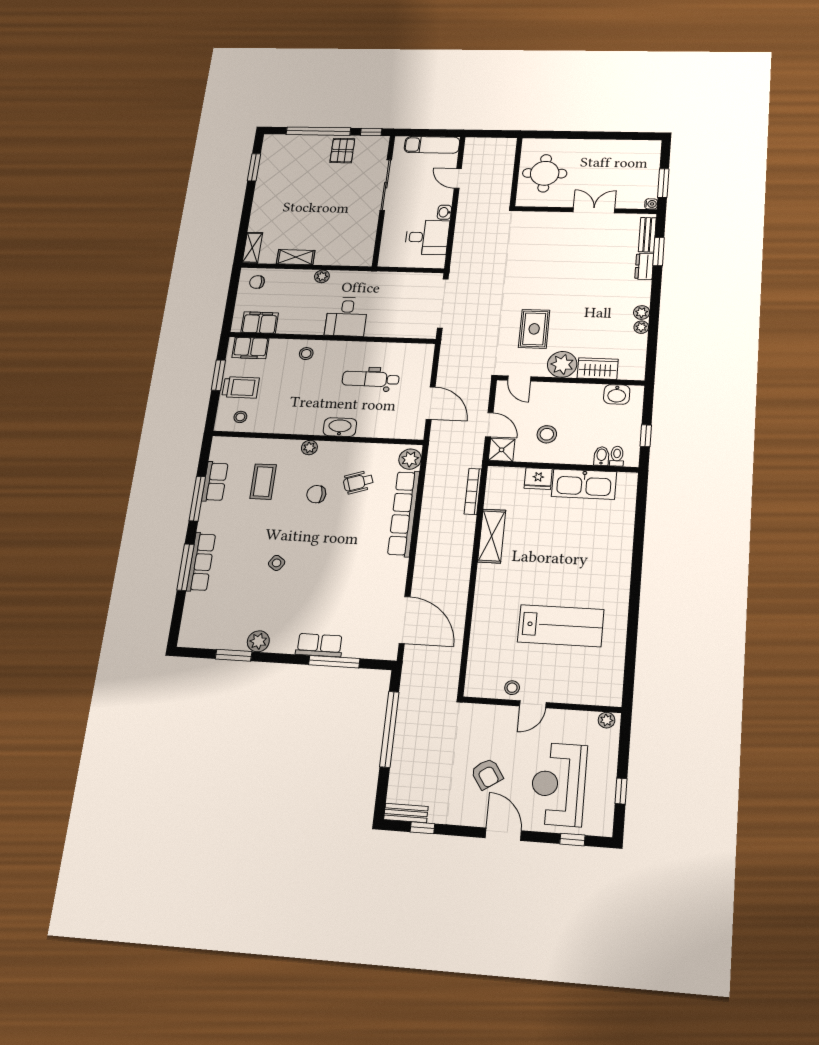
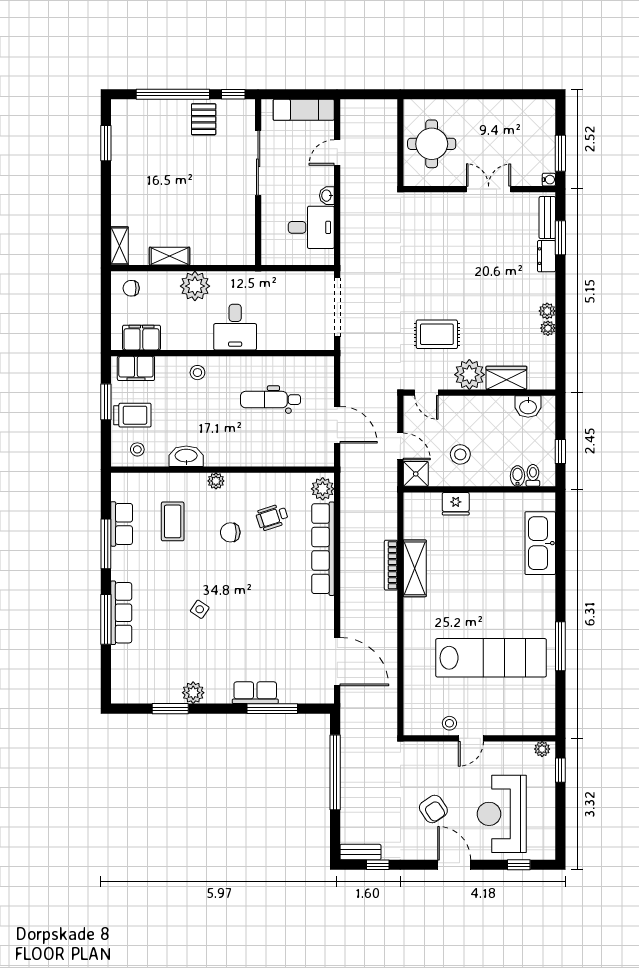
door: (458, 178) -> (337, 152), hinge flipped
plant: (322, 276) -> (195, 286), width x1.87, depth x1.87
rug: (534, 329) -> (437, 334), turned 90
washbasin: (340, 427) -> (186, 456), moved
kitchen sink: (584, 484) -> (540, 543), moved, turned 90
bookcase: (473, 491) -> (391, 565), moved
window: (633, 619) -> (560, 646), added
lab bench: (561, 626) -> (491, 658), width x1.36
window: (621, 791) -> (560, 770), moved

